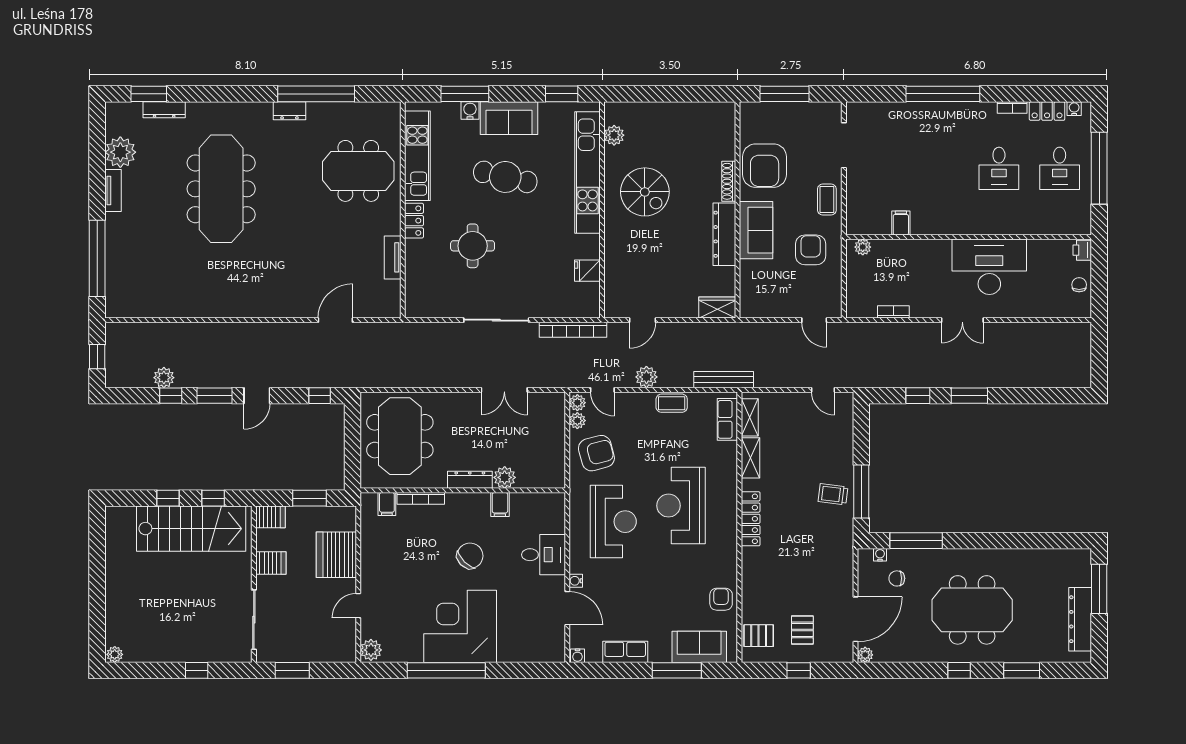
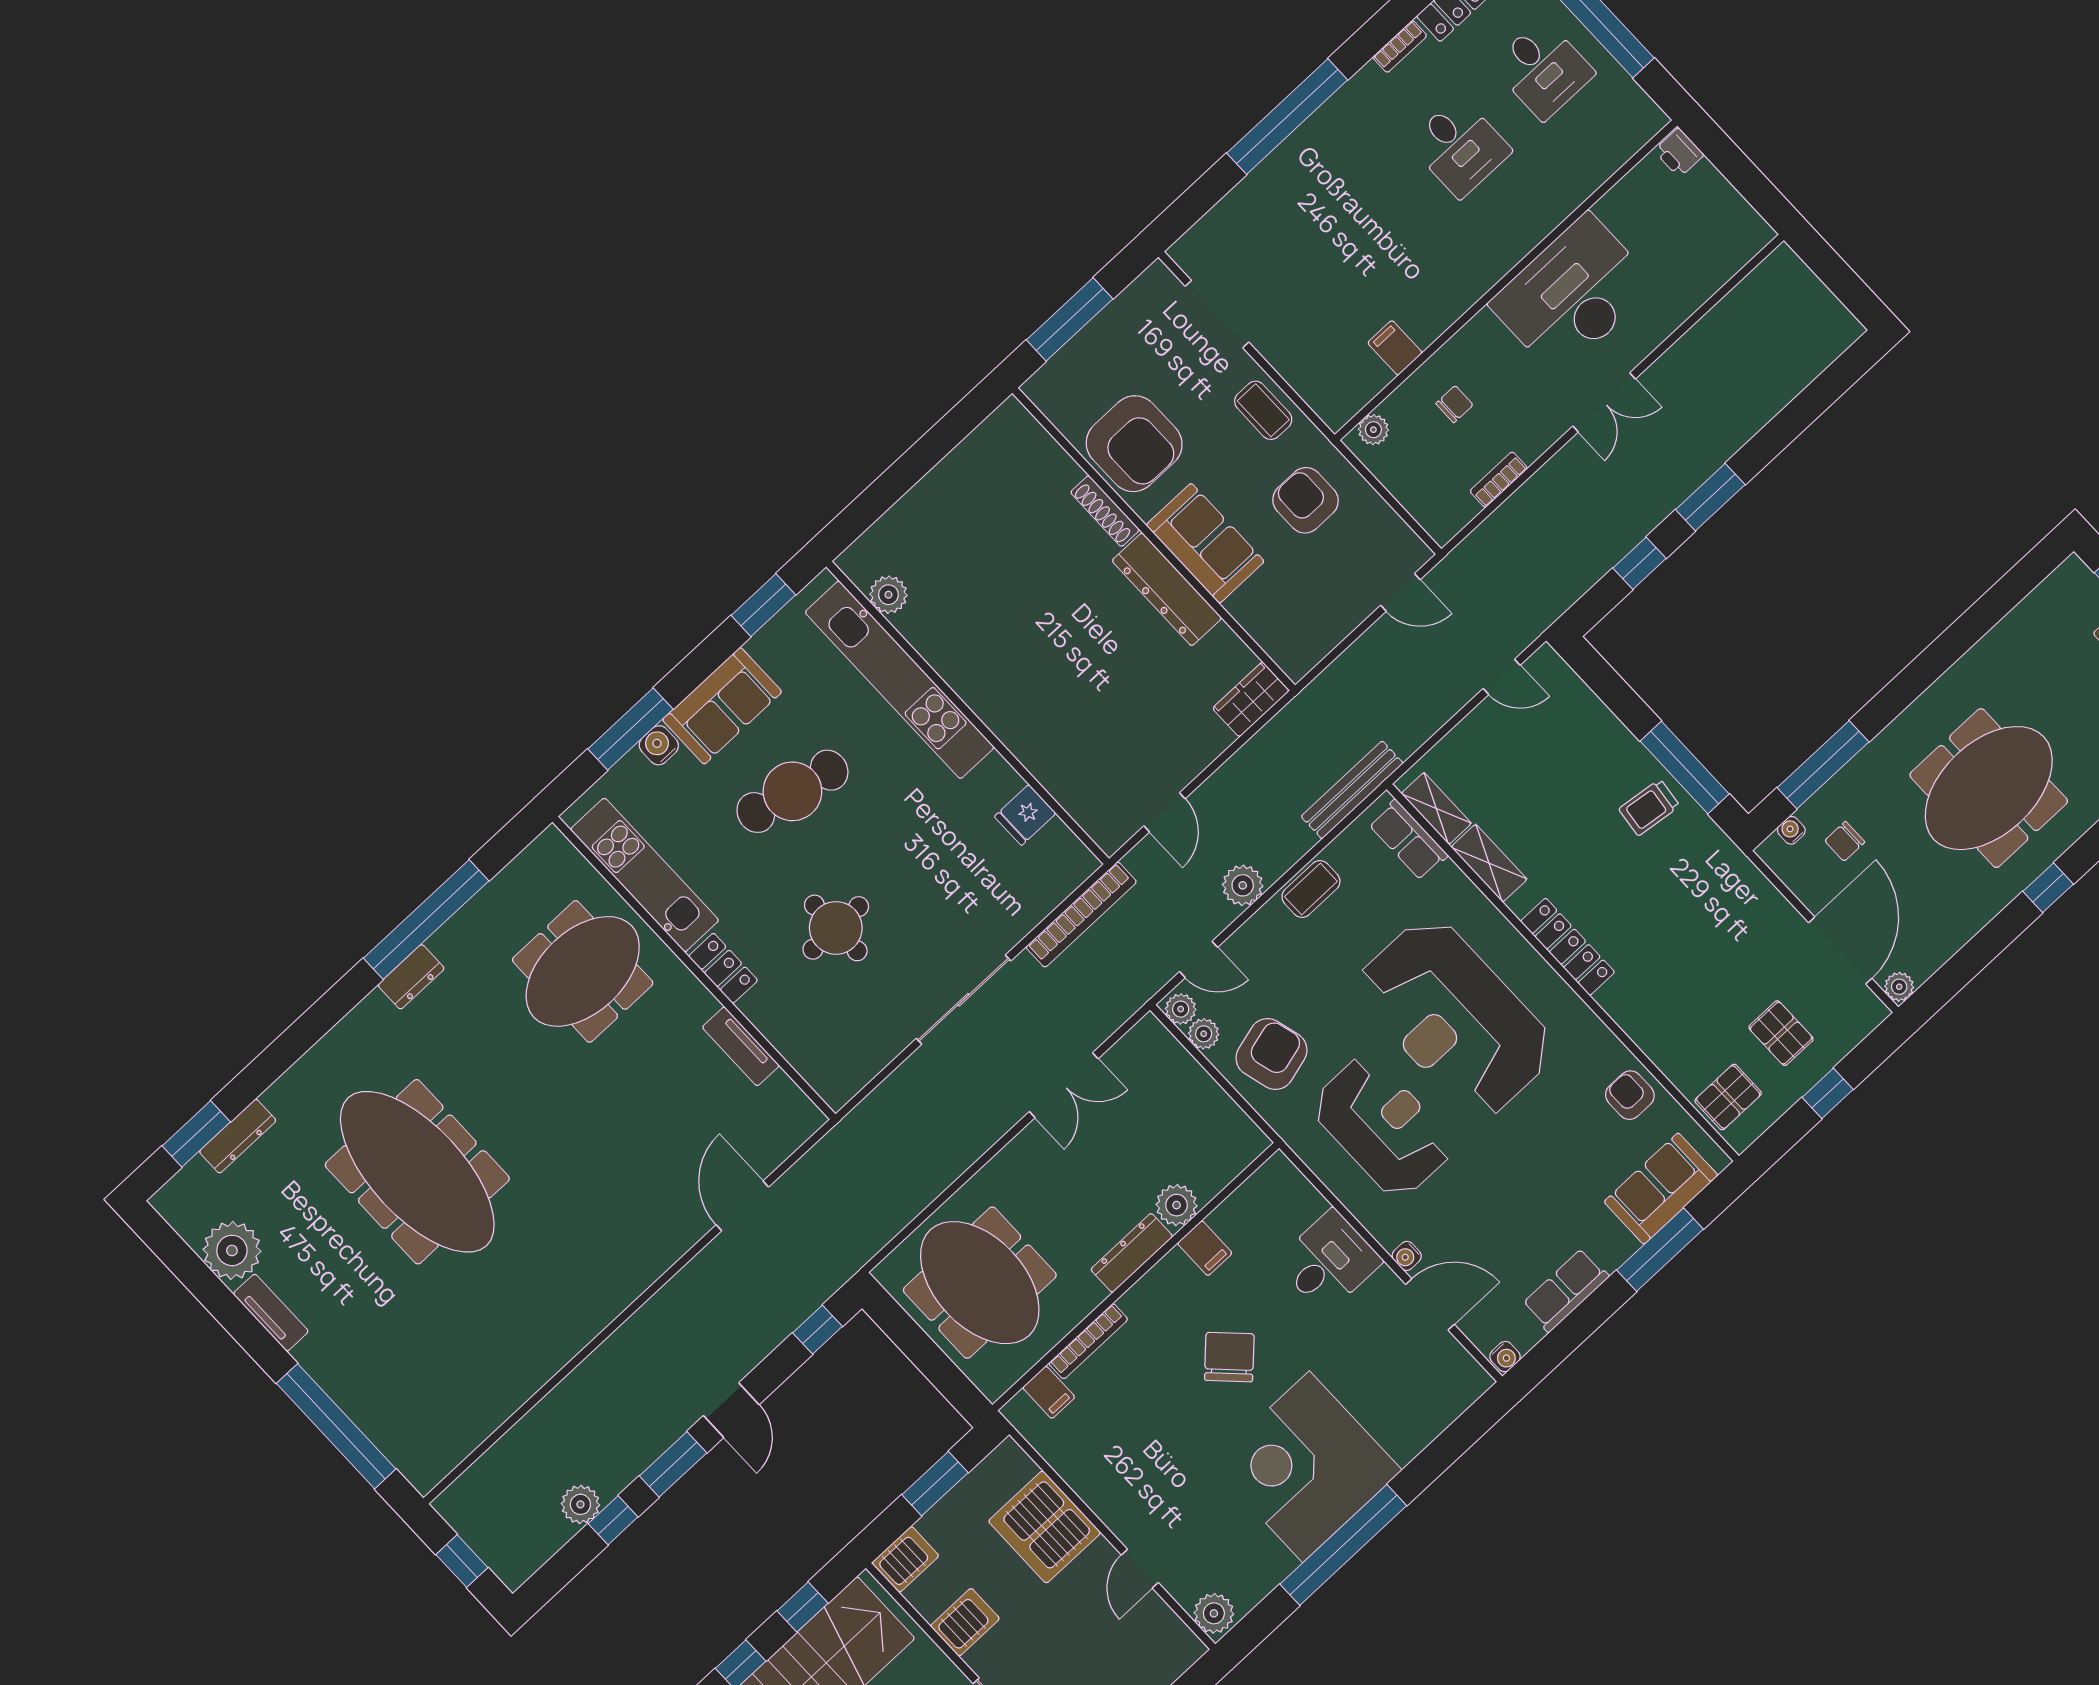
spiral stairs: (645, 192) -> (1003, 633), removed
chair: (1079, 285) -> (1454, 404), moved, turned 90
reception desk: (681, 506) -> (1455, 1018), width x1.36, depth x1.30

